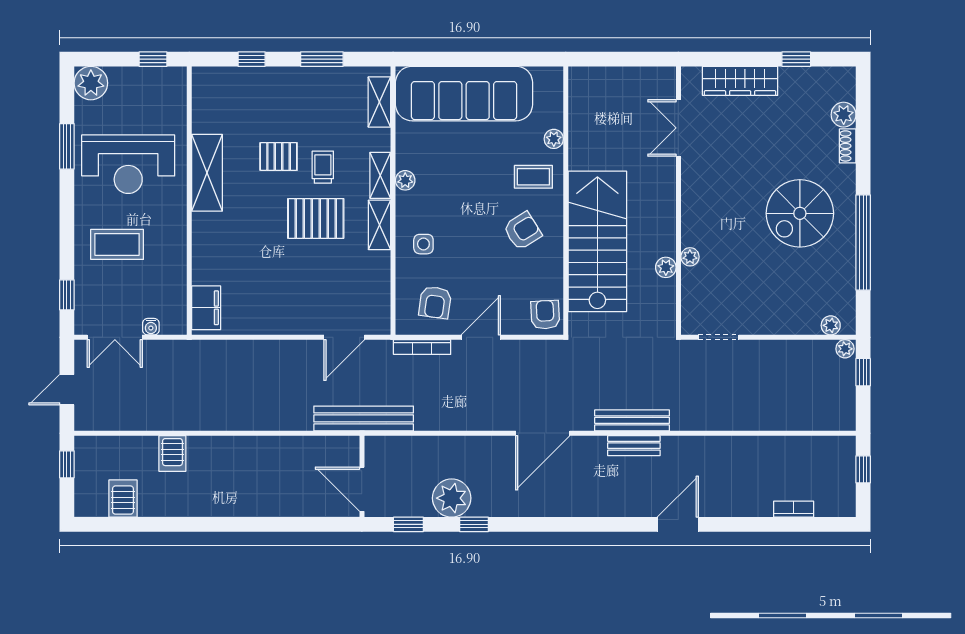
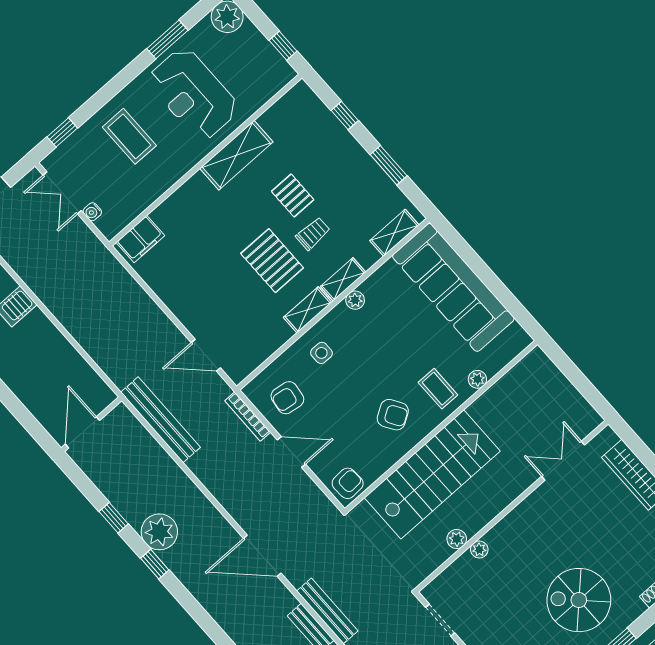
wall: (362, 476) -> (91, 424), moved
door: (362, 489) -> (82, 432), moved

